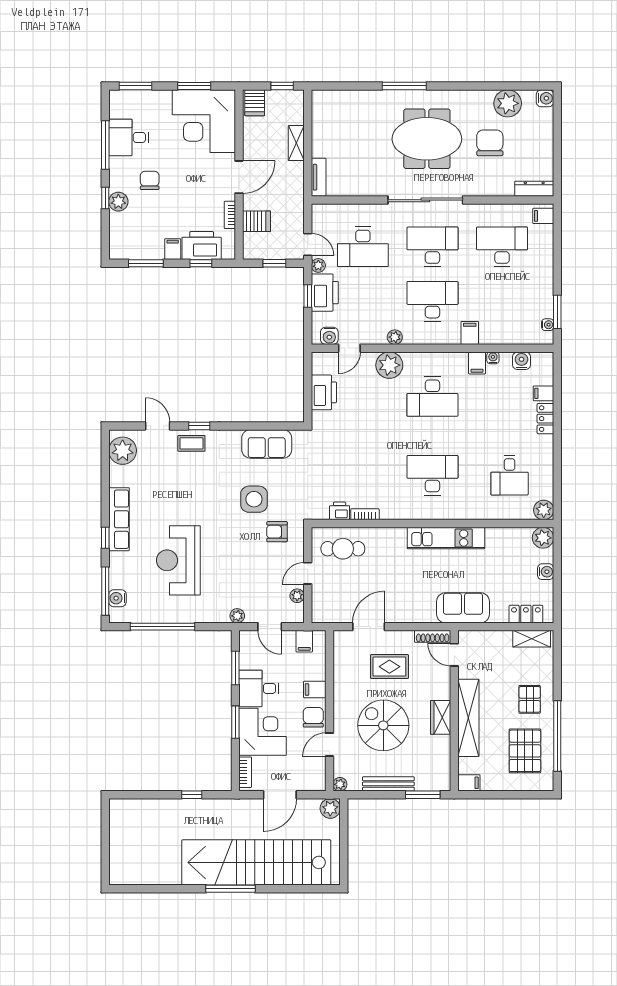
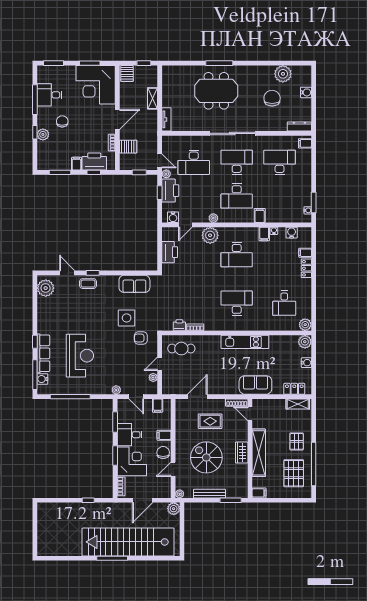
water cooler: (545, 98) -> (306, 92), moved
meeting table: (427, 139) -> (216, 91), moved
desk: (432, 301) -> (237, 196), turned 180
row of seats: (119, 519) -> (43, 353), moved
reception desk: (178, 560) -> (80, 356), turned 180

